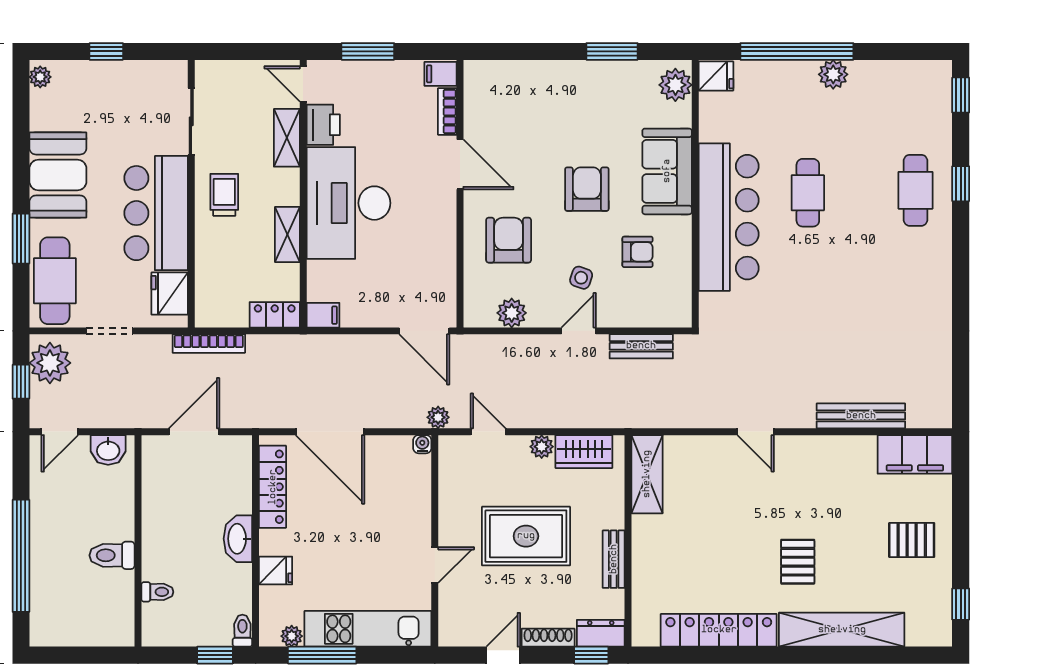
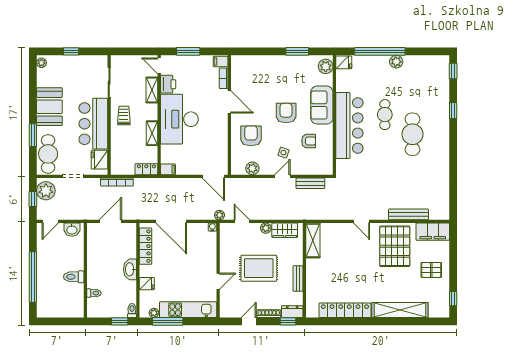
cafe table: (915, 190) -> (412, 134), moved, width x1.37, depth x1.35
pallet: (798, 562) -> (395, 246), moved, width x2.05, depth x2.00

